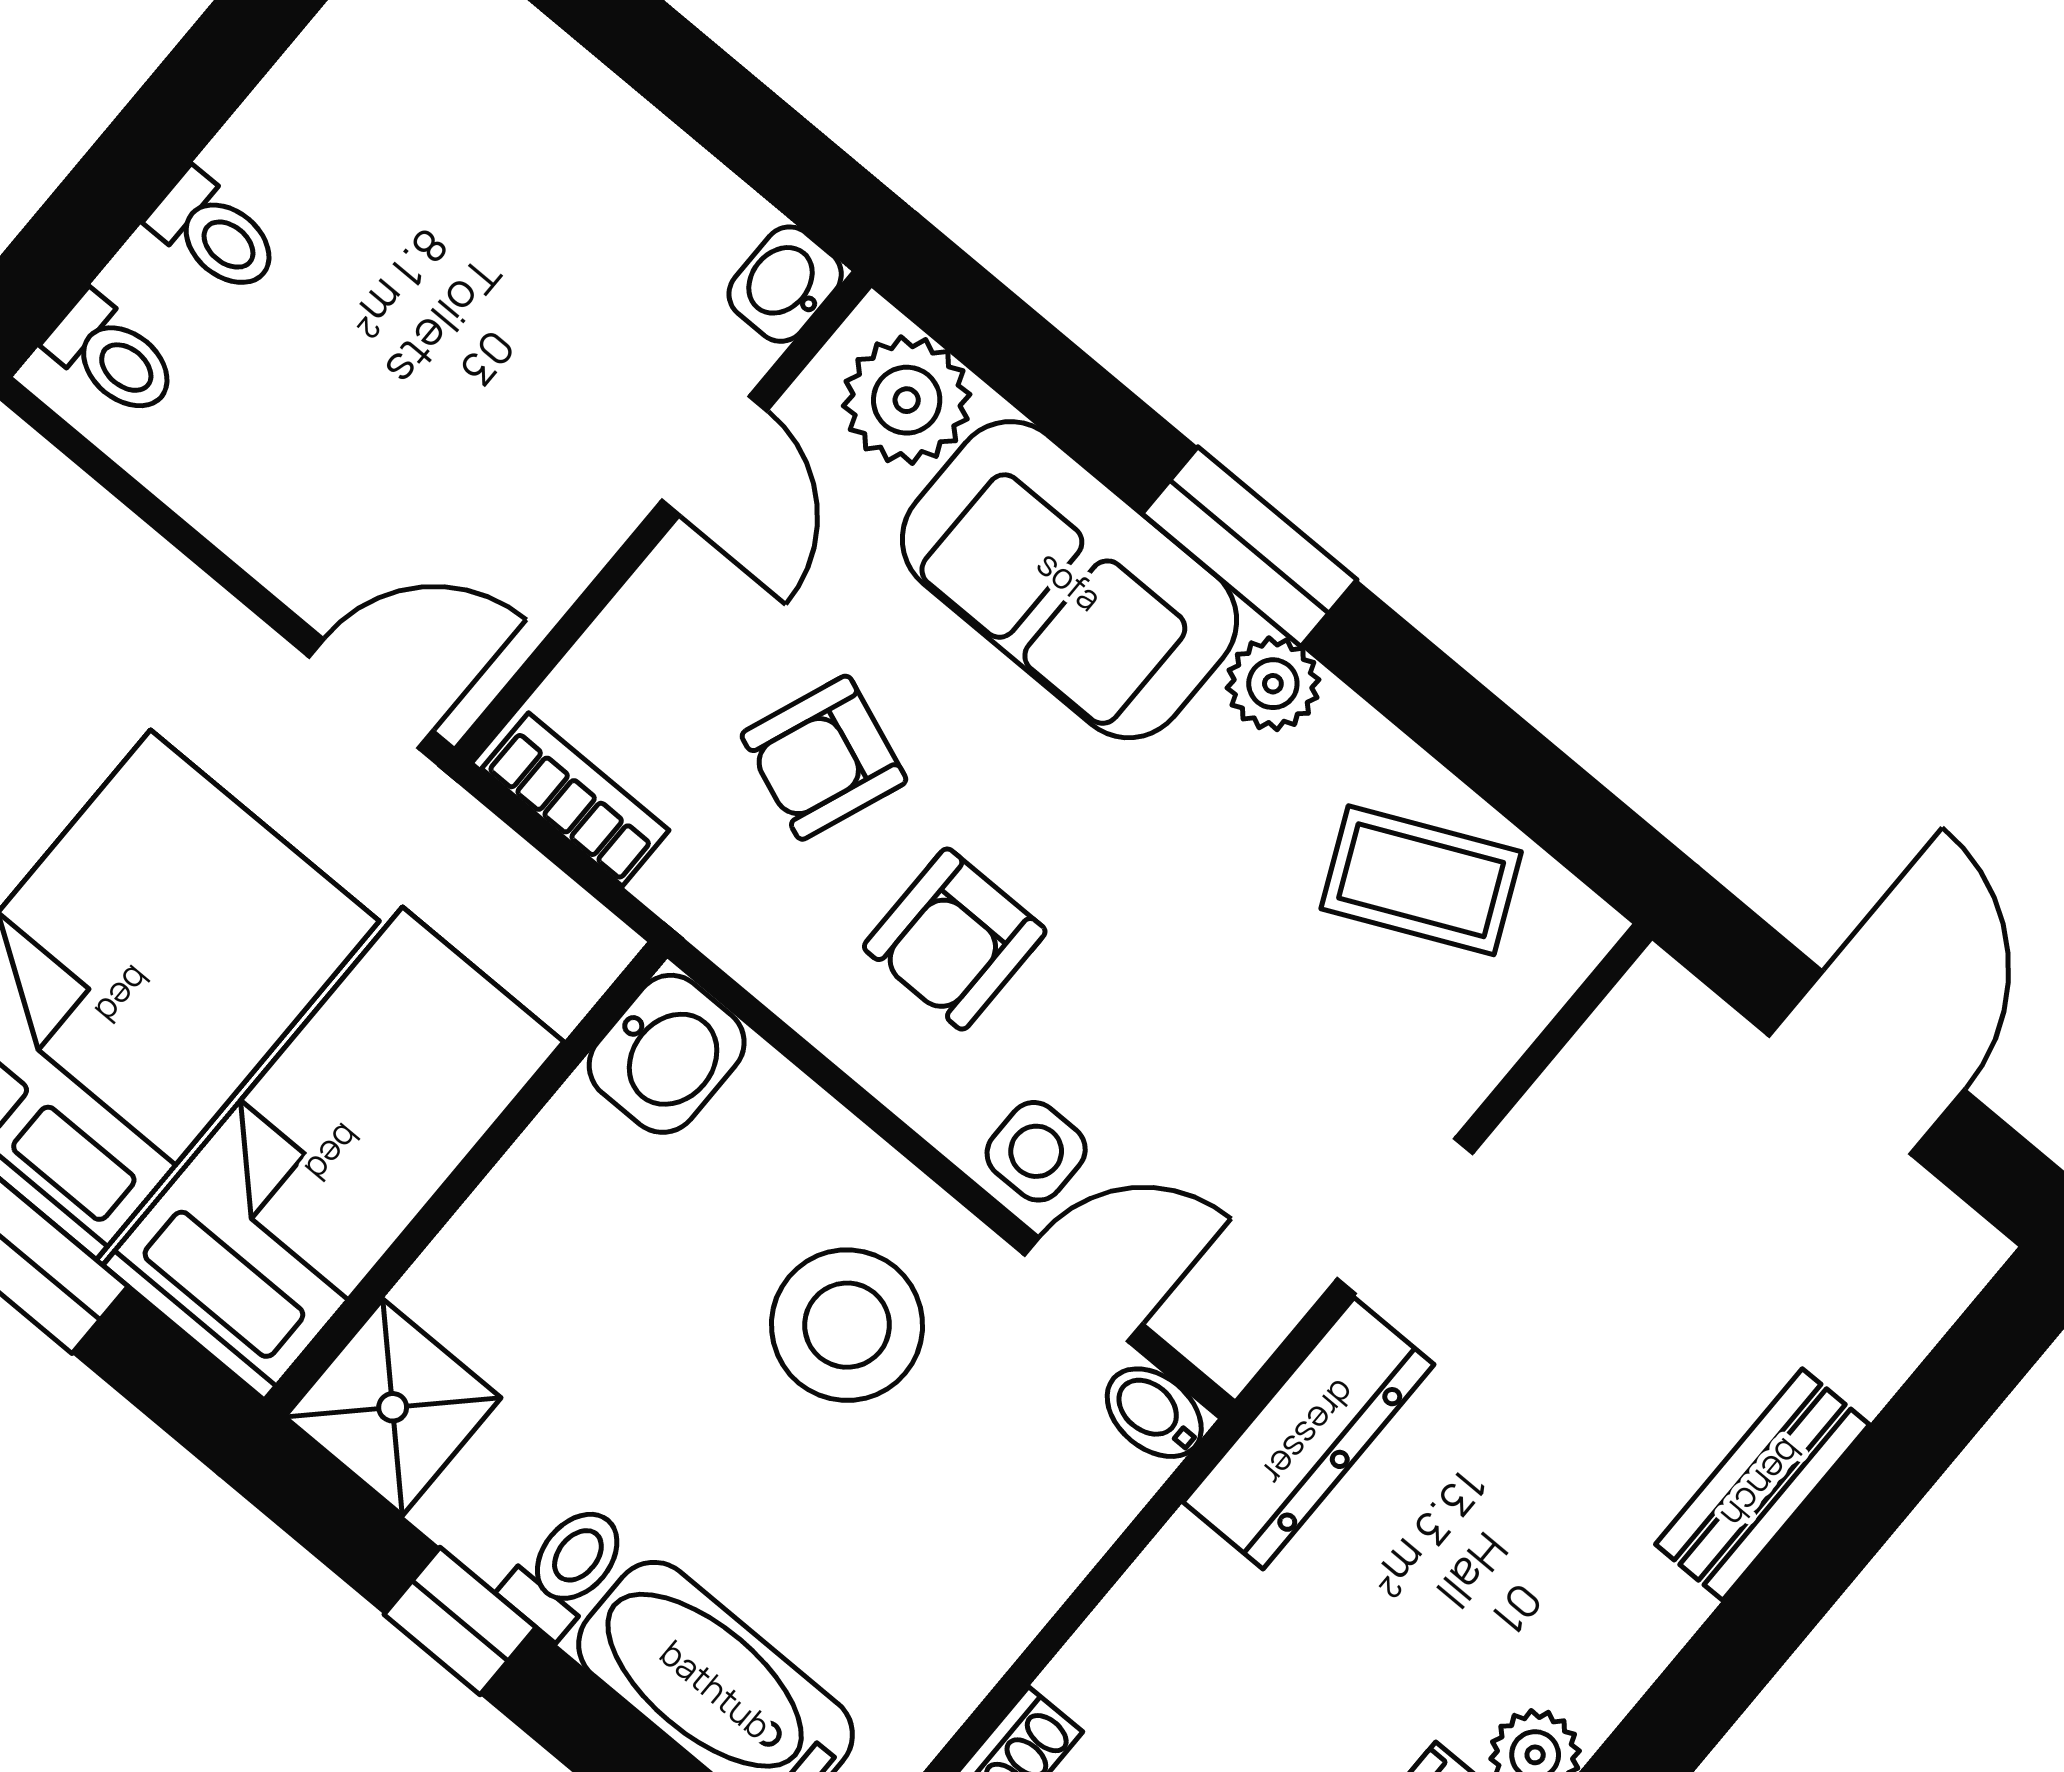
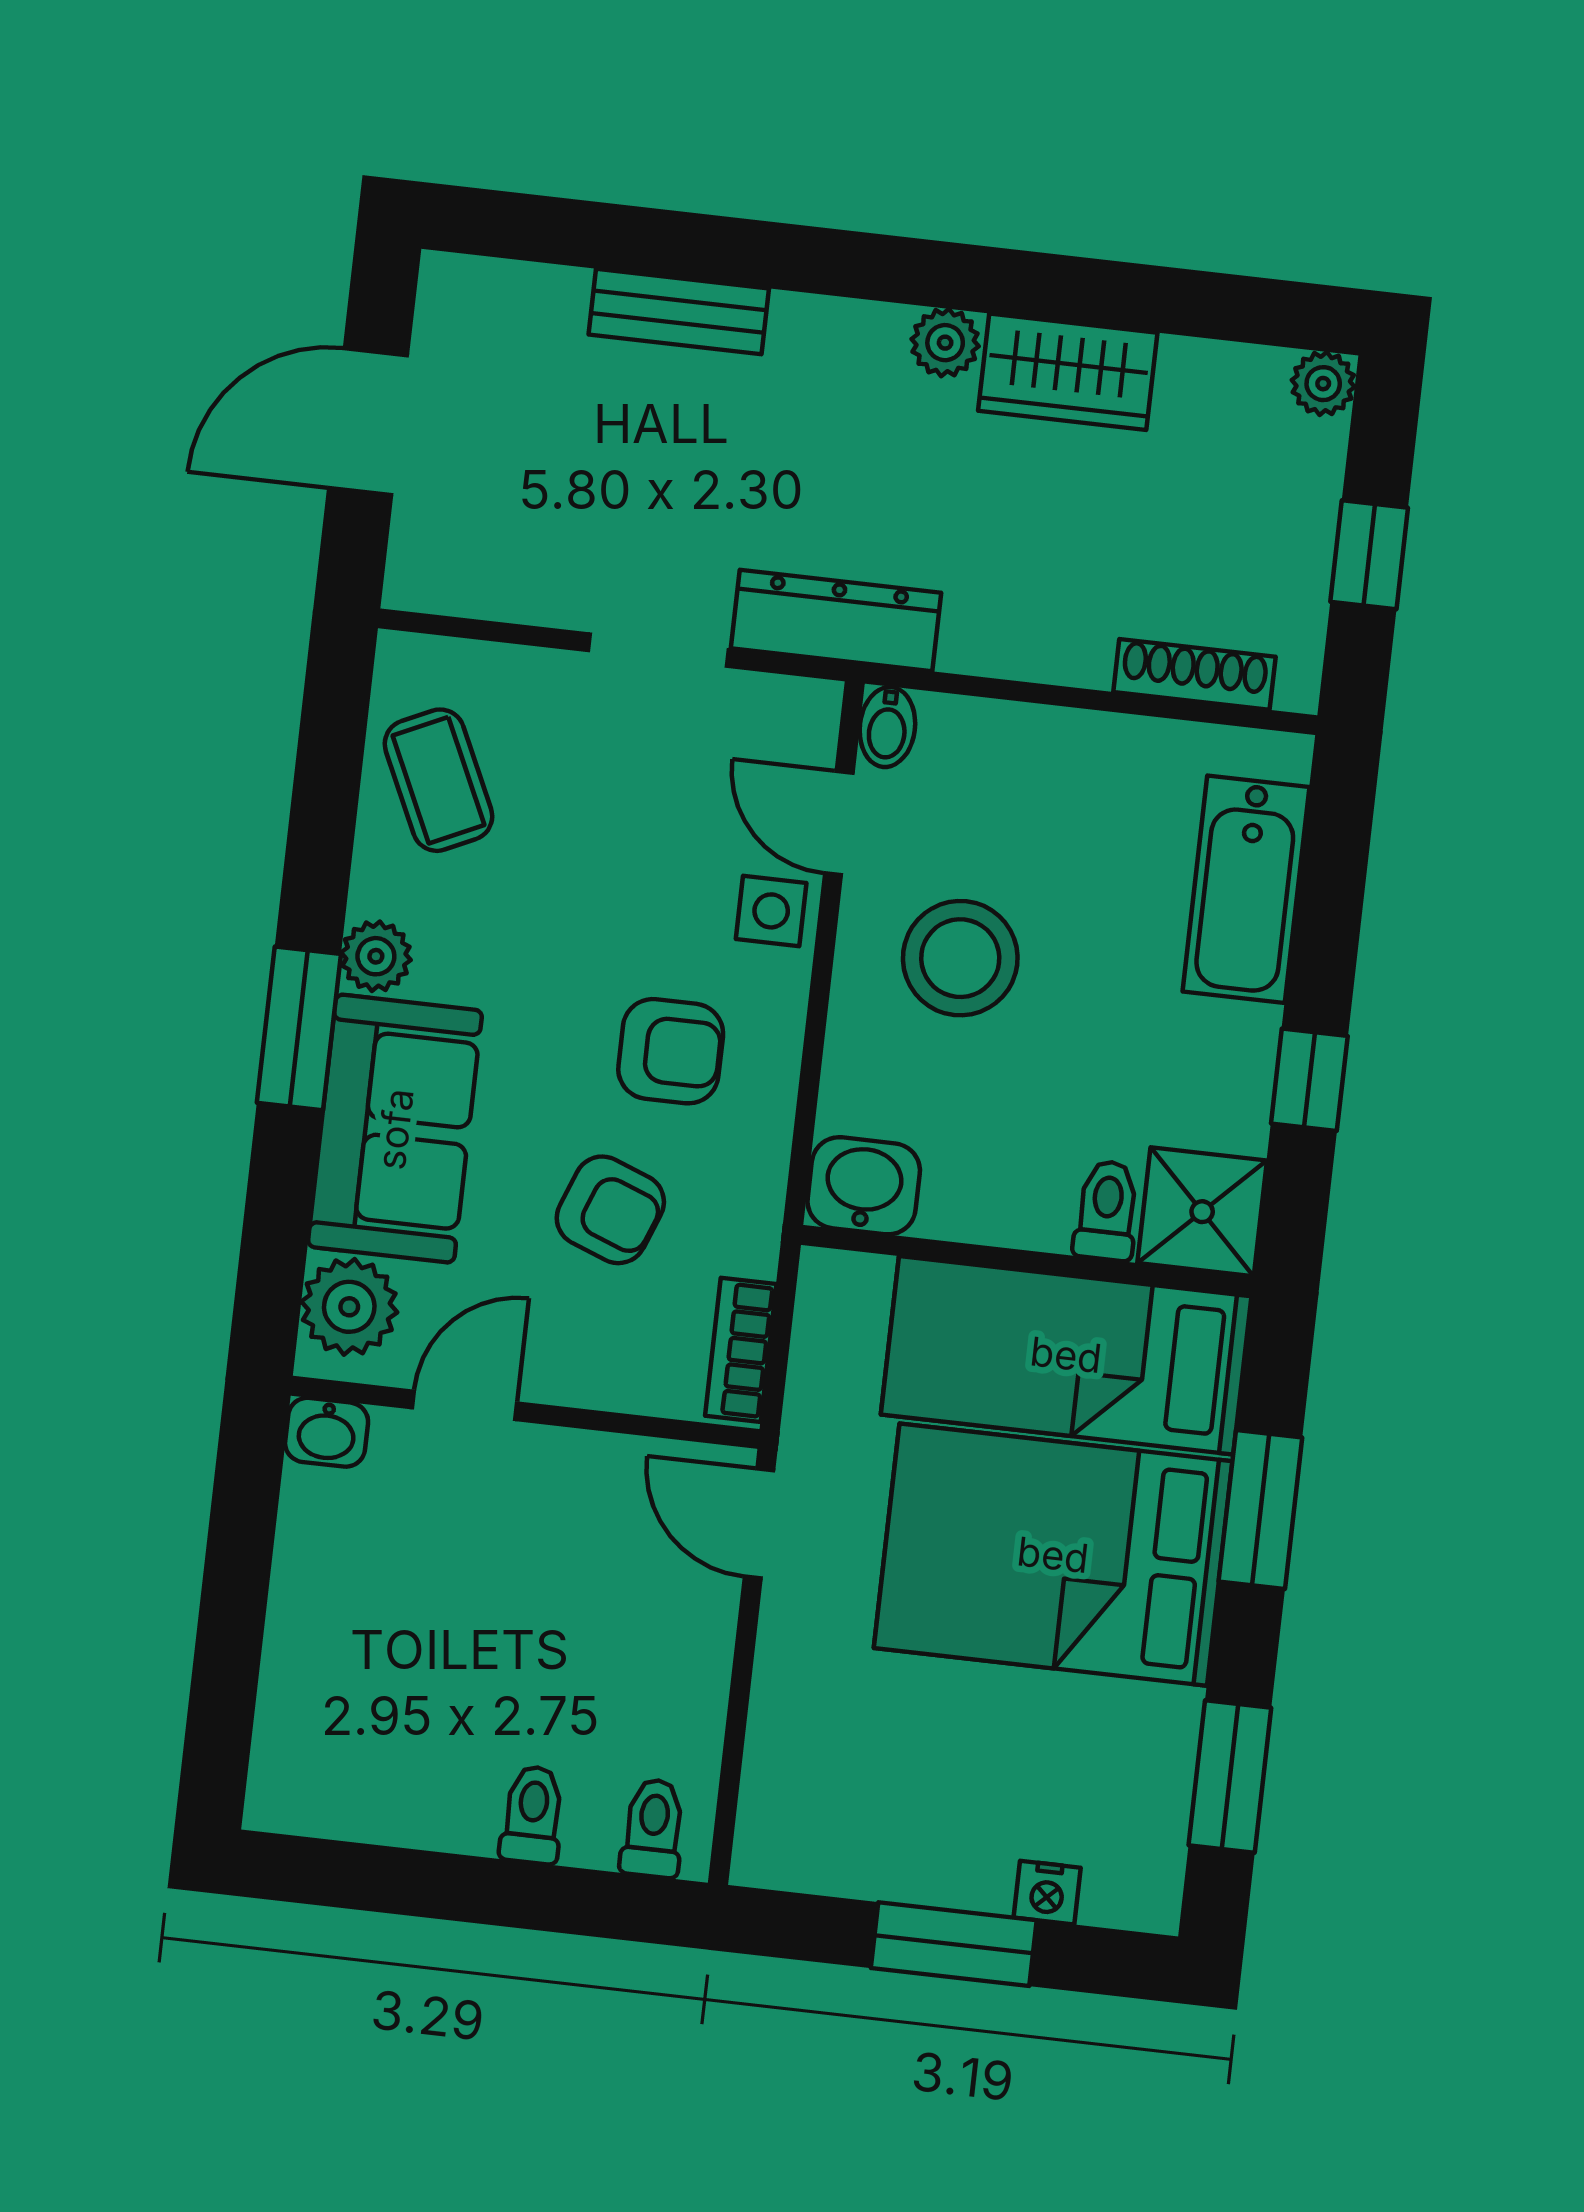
toilet: (566, 1569) -> (1107, 1211), moved, turned 90

